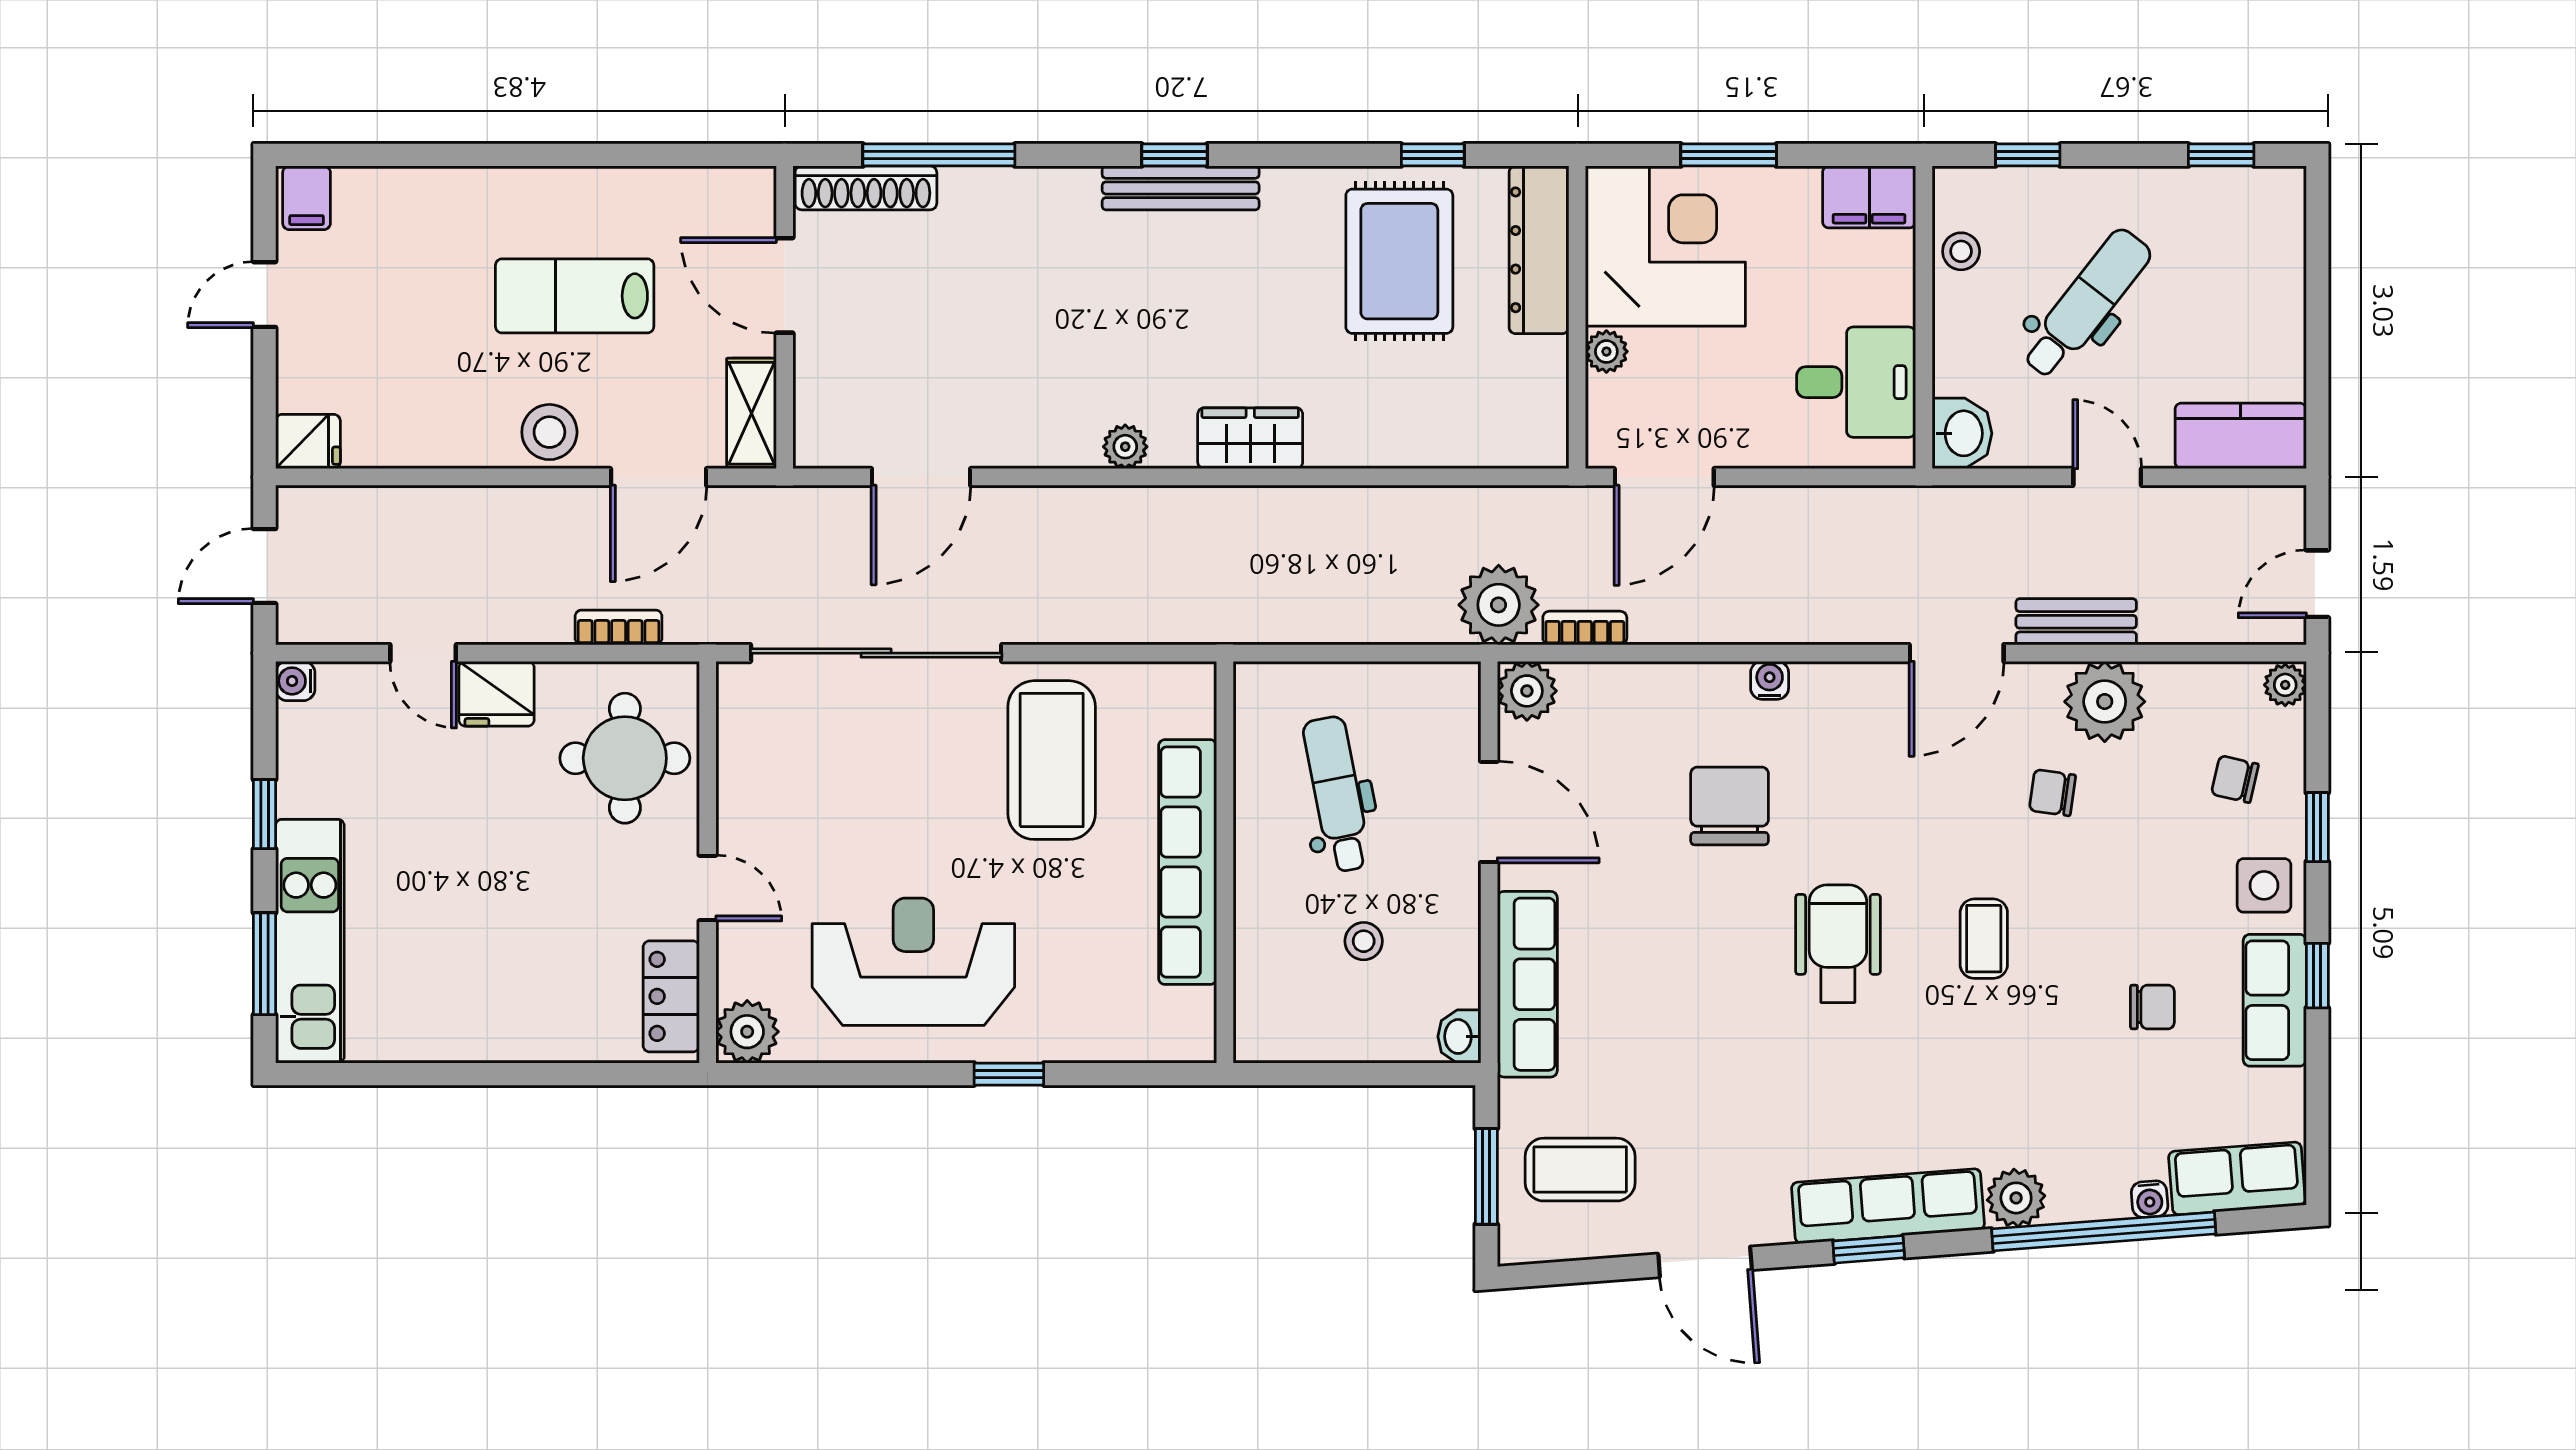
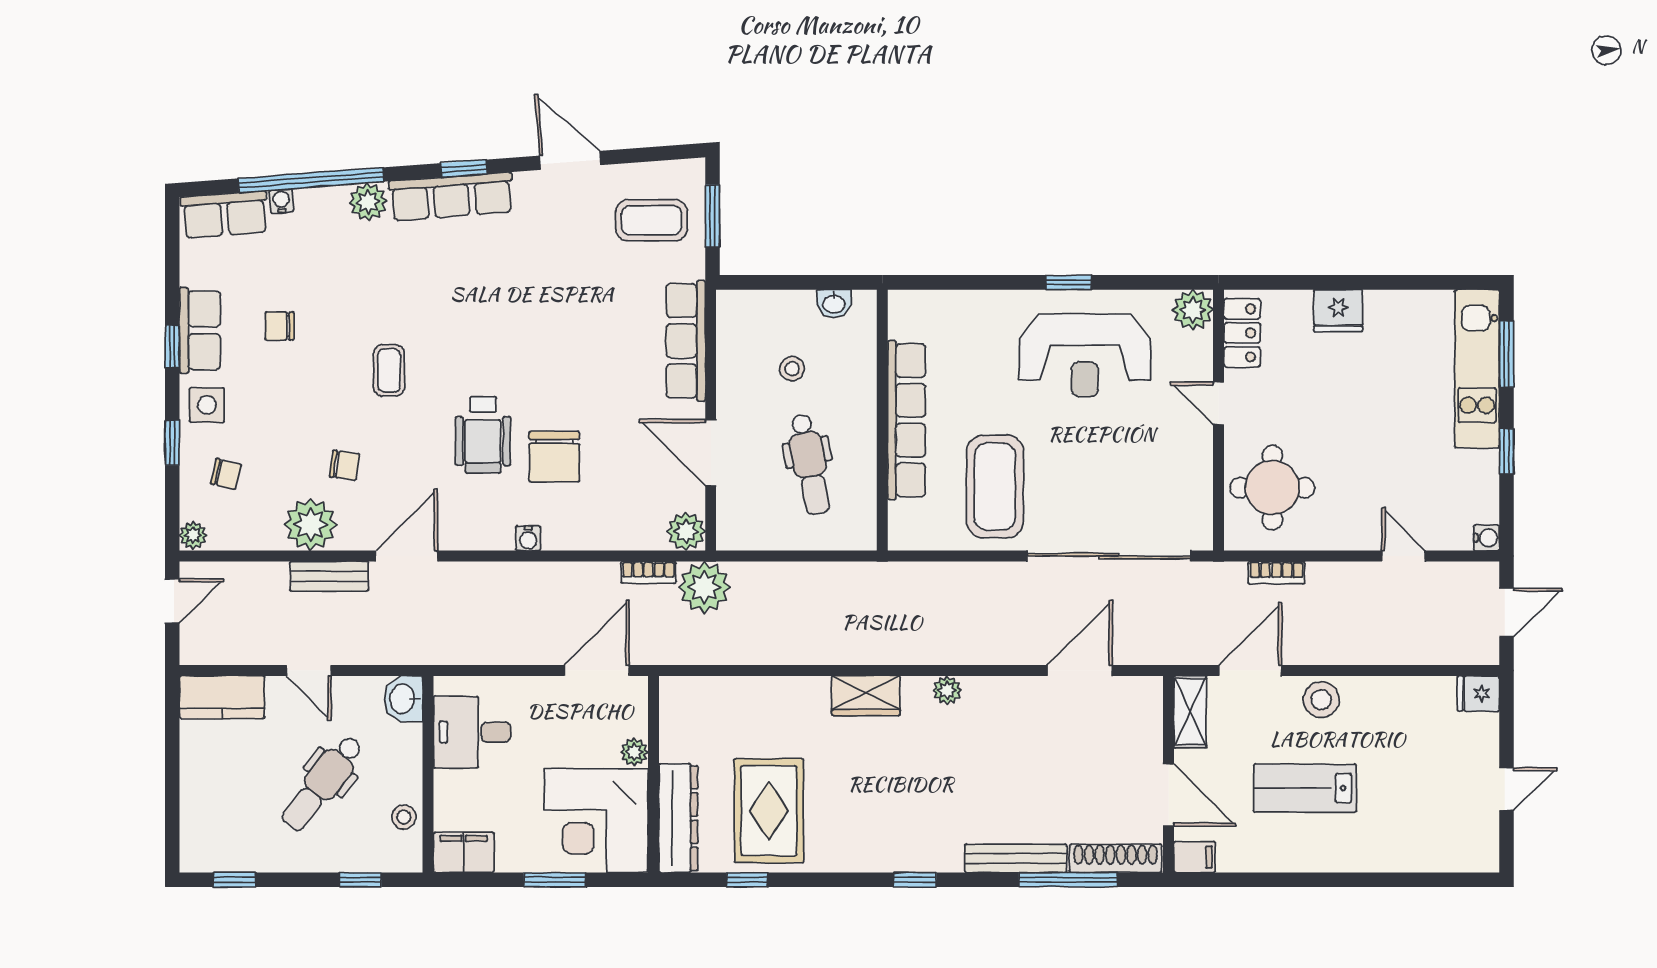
bench: (1181, 188) -> (1016, 858), moved
filing cabinet: (307, 198) -> (1195, 857), moved, turned 90
lab bench: (575, 296) -> (1305, 788), turned 180
fridge: (496, 694) -> (1338, 311), moved, turned 180
wheelchair: (1838, 944) -> (483, 435), moved
washbasin: (1459, 1036) -> (834, 303), moved, turned 90
window: (1009, 1074) -> (1069, 282), moved

